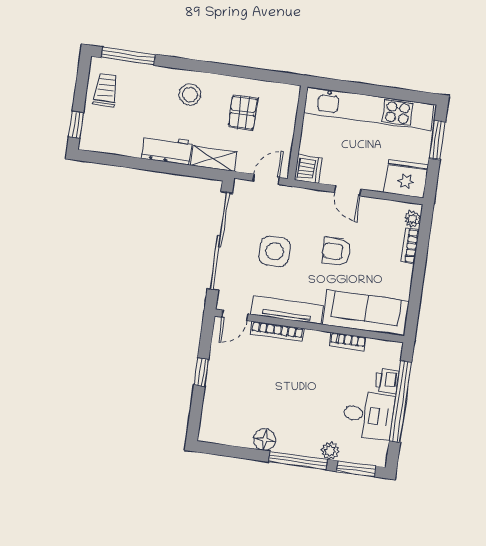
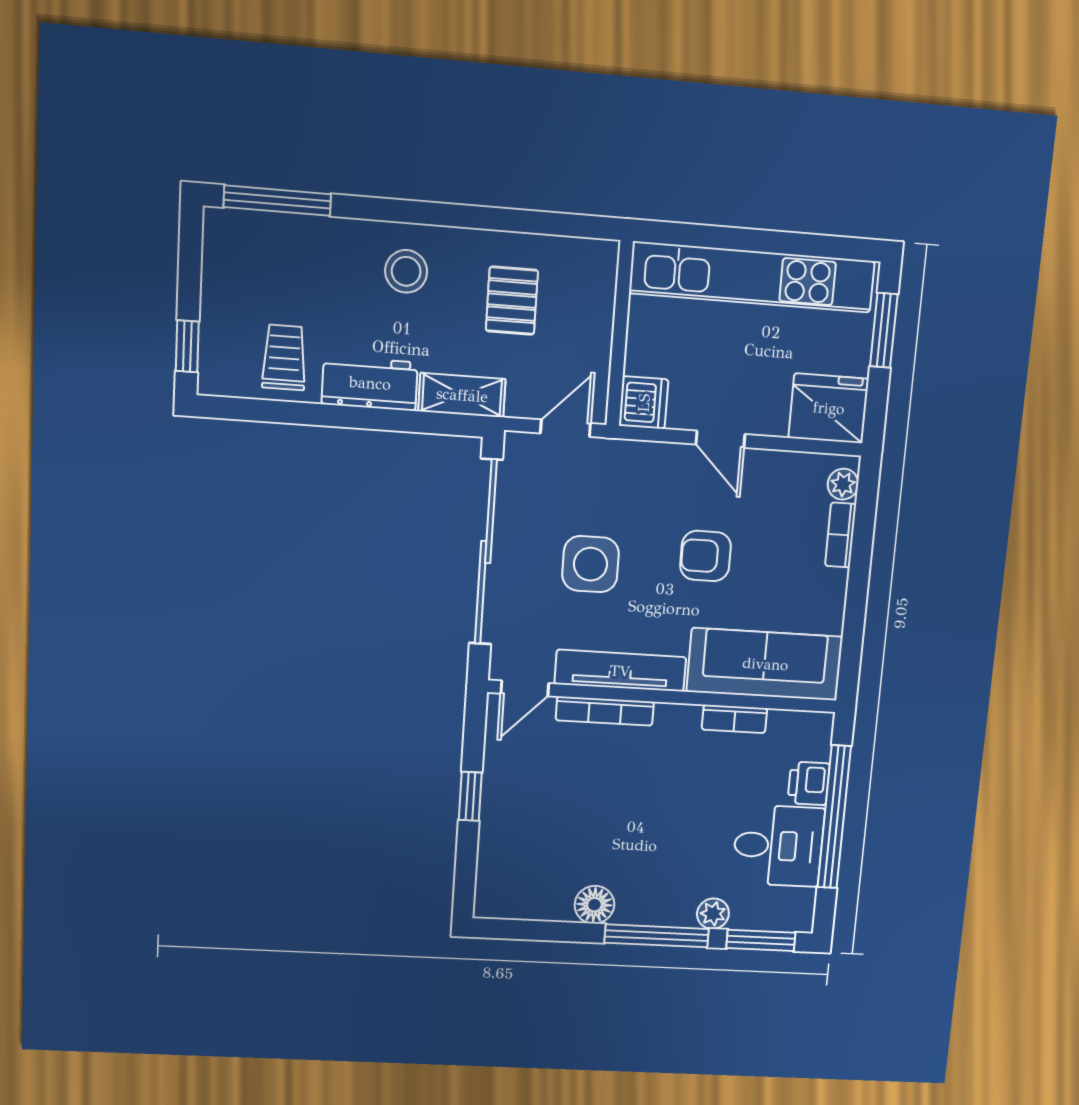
trolley: (106, 90) -> (284, 357), moved

